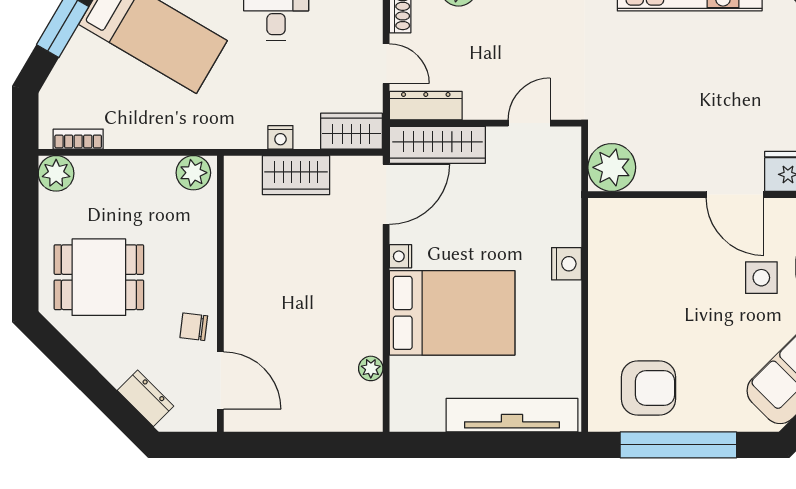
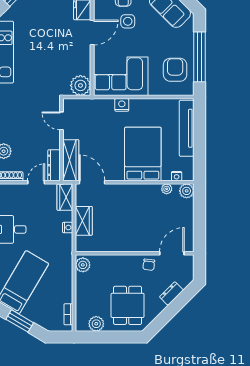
plant: (56, 173) -> (96, 324), moved
nightstand: (401, 256) -> (177, 176), moved
corner sofa: (633, 261) -> (121, 76), added
dresser: (145, 398) -> (171, 293), moved
plant: (366, 415) -> (187, 191), added

